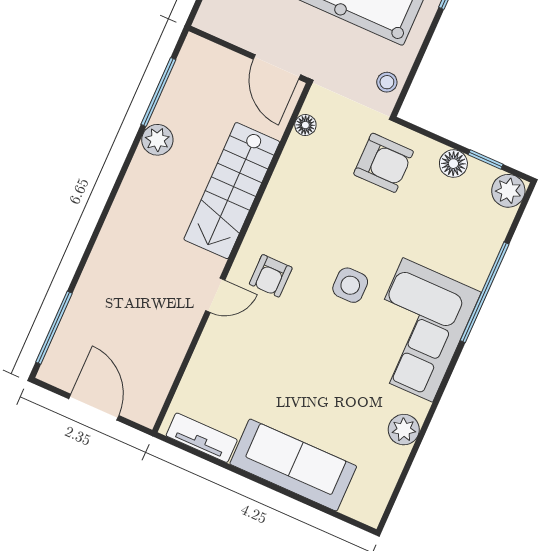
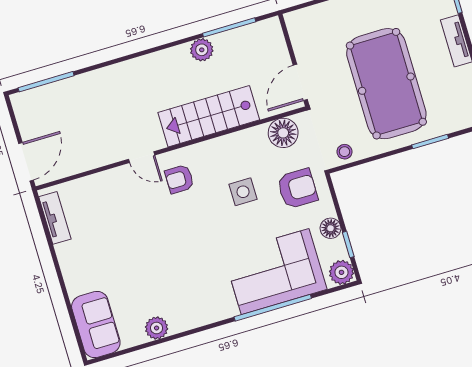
floor lamp: (305, 125) -> (283, 133), width x1.89, depth x1.89
armchair: (384, 163) -> (297, 188), turned -90
side table: (350, 285) -> (243, 192), moved
corner sofa: (418, 330) -> (275, 272), moved
door: (94, 407) -> (26, 162), moved
sofa: (293, 465) -> (96, 325), moved, width x0.73

